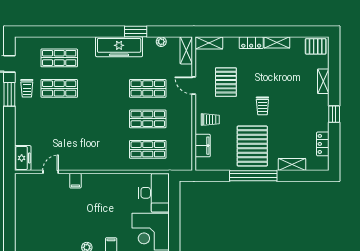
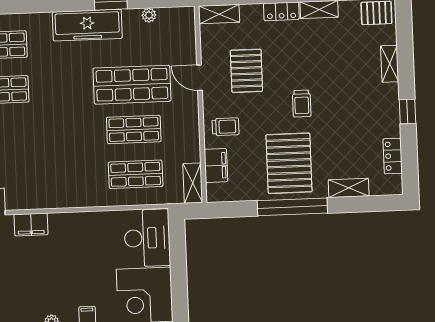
shelving: (186, 50) -> (193, 183), moved
shop shelf: (148, 88) -> (132, 85), width x1.43, depth x1.36
filing cabinet: (75, 181) -> (31, 225), width x2.00

